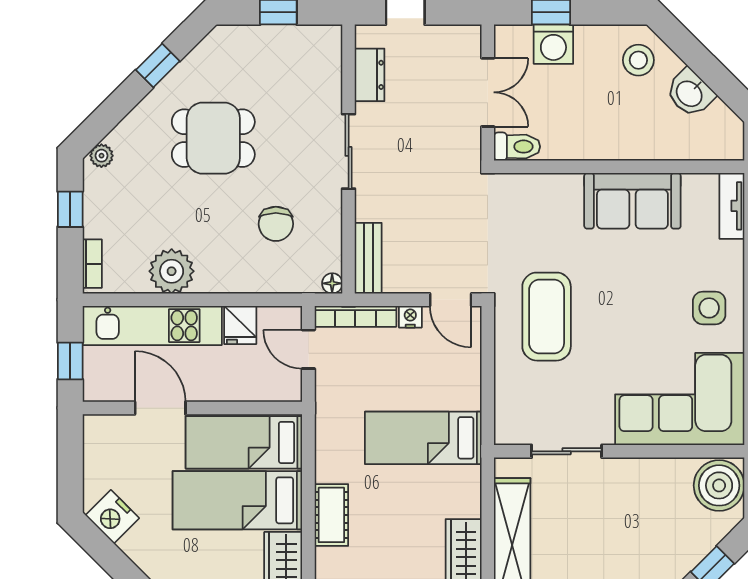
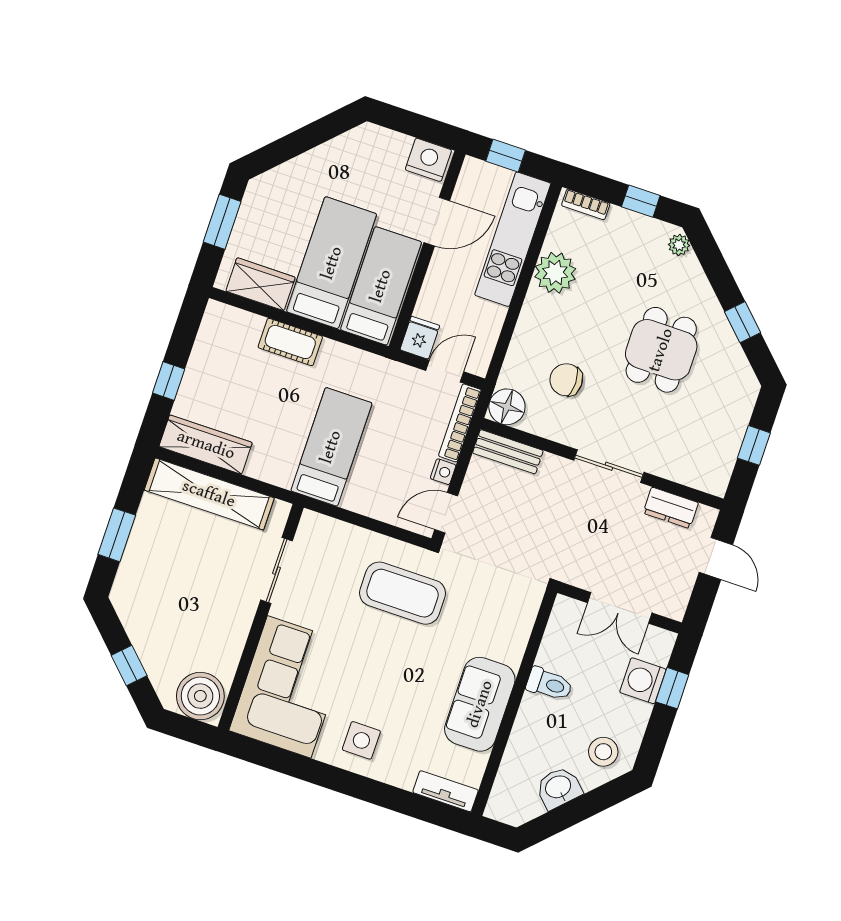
toilet: (517, 147) -> (549, 684), moved, turned -90
floor lamp: (332, 283) -> (507, 407), width x1.89, depth x1.89
fridge: (240, 325) -> (420, 338), moved, turned 90
nightstand: (112, 517) -> (428, 160), moved, turned 45

